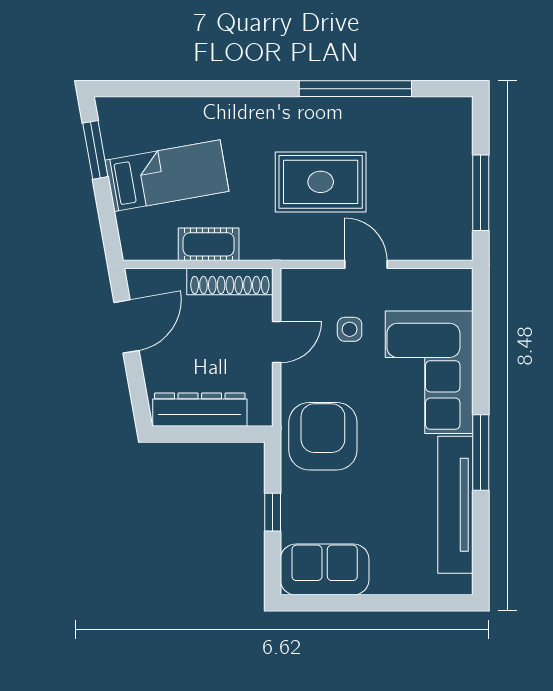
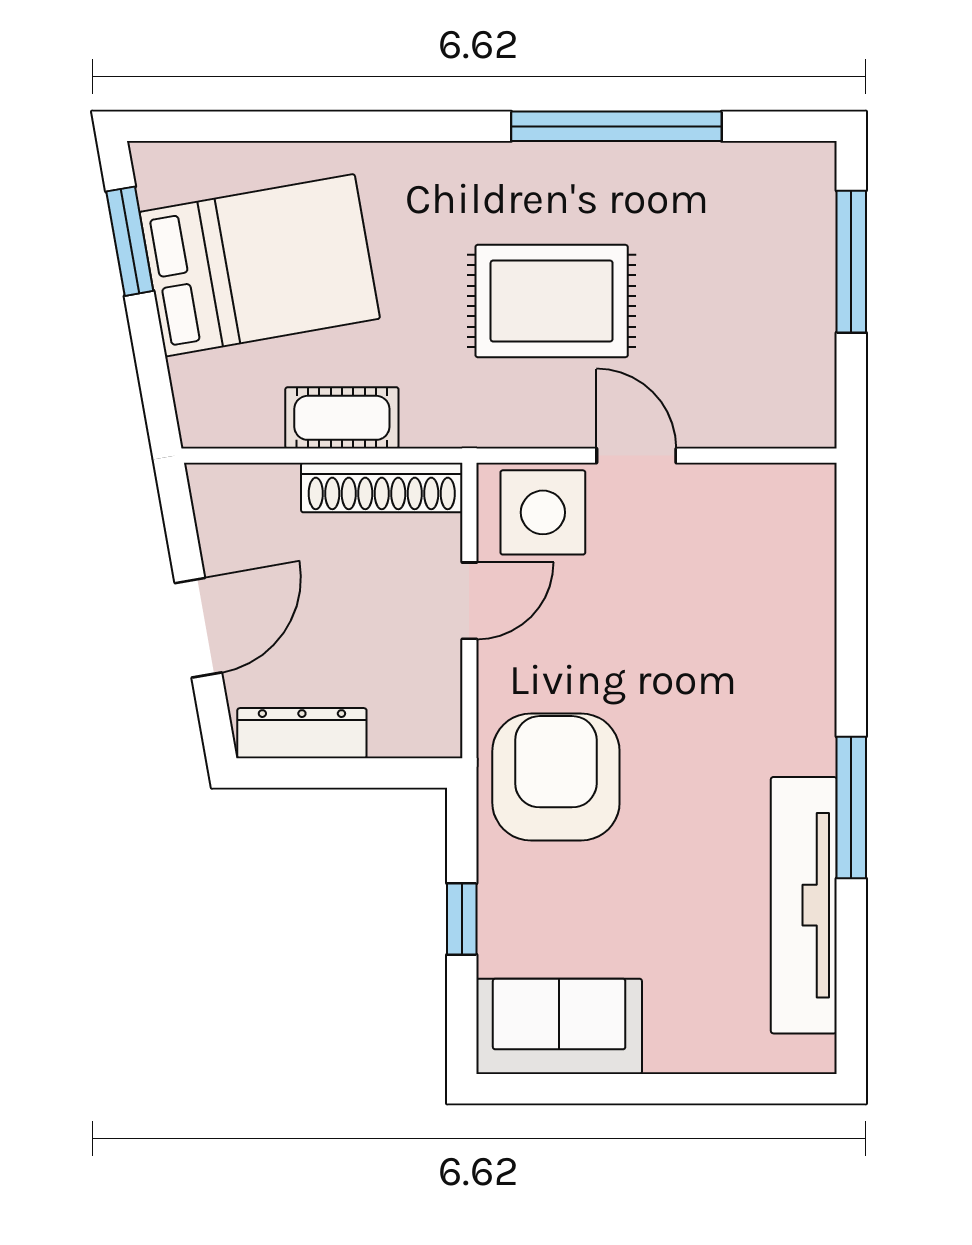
bed: (167, 176) -> (260, 265), width x1.50
window: (481, 193) -> (851, 262), moved
door: (127, 326) -> (198, 628), moved
side table: (350, 329) -> (543, 512), moved, width x1.87, depth x1.87
corner sofa: (429, 372) -> (755, 657), removed
dresser: (200, 410) -> (302, 733), width x0.73, depth x0.80

